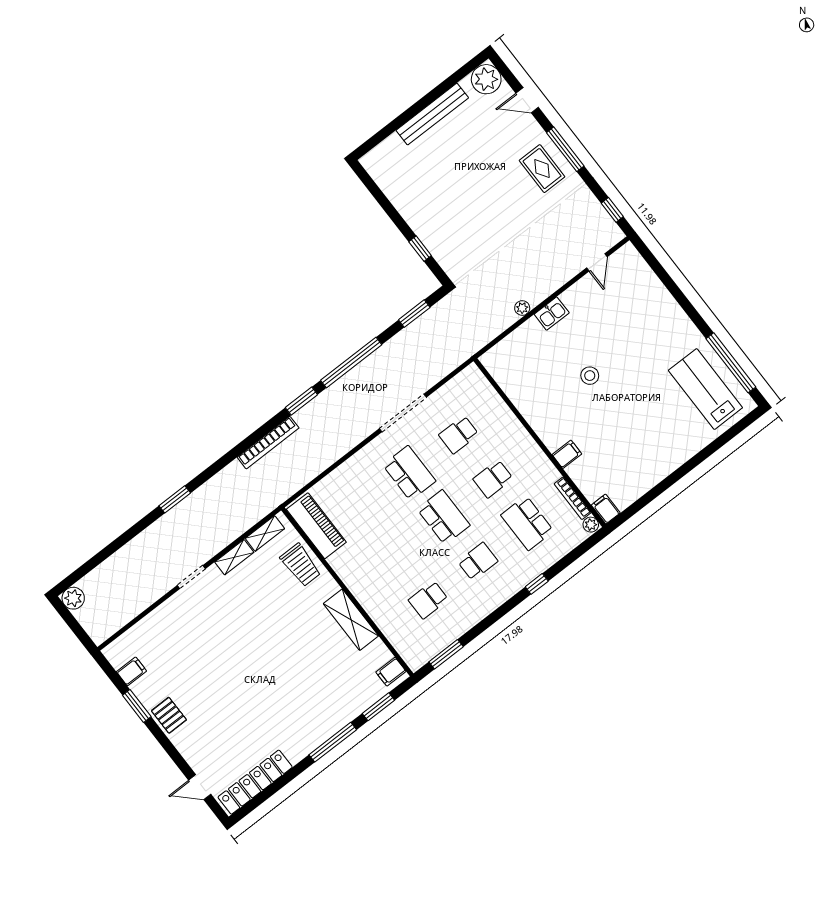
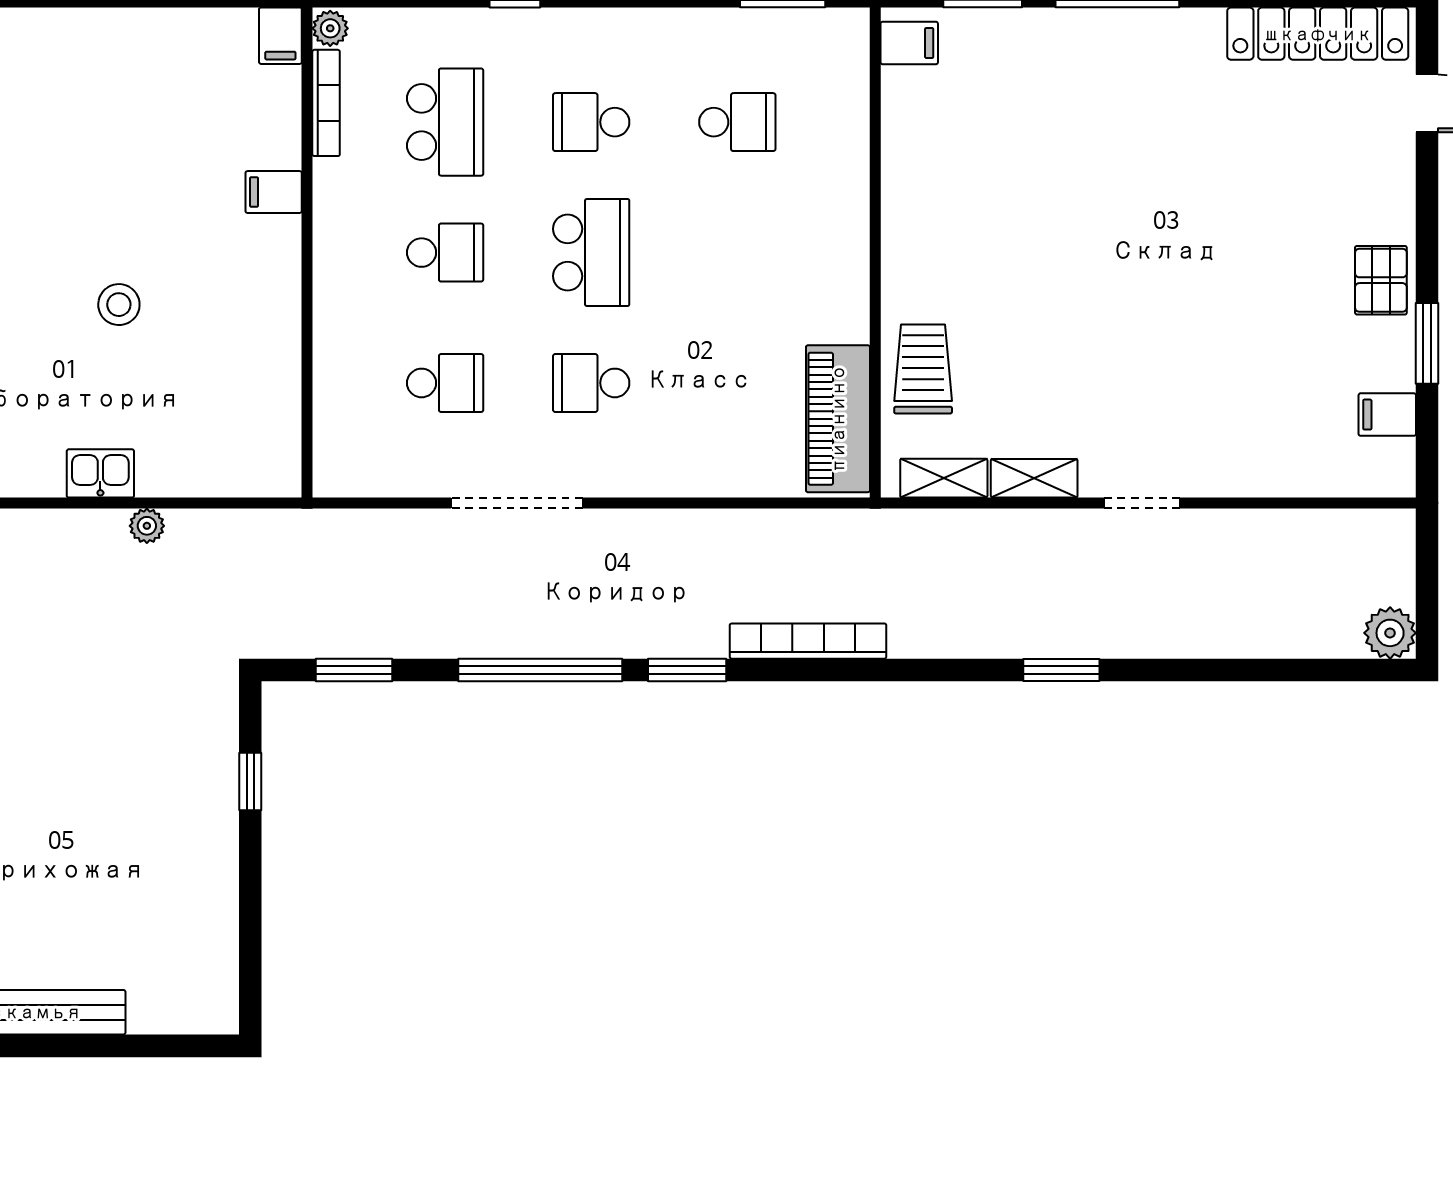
school desk: (409, 473) -> (591, 383), width x0.54
school desk: (444, 517) -> (591, 253), turned 180
shelving: (351, 620) -> (909, 196), removed

